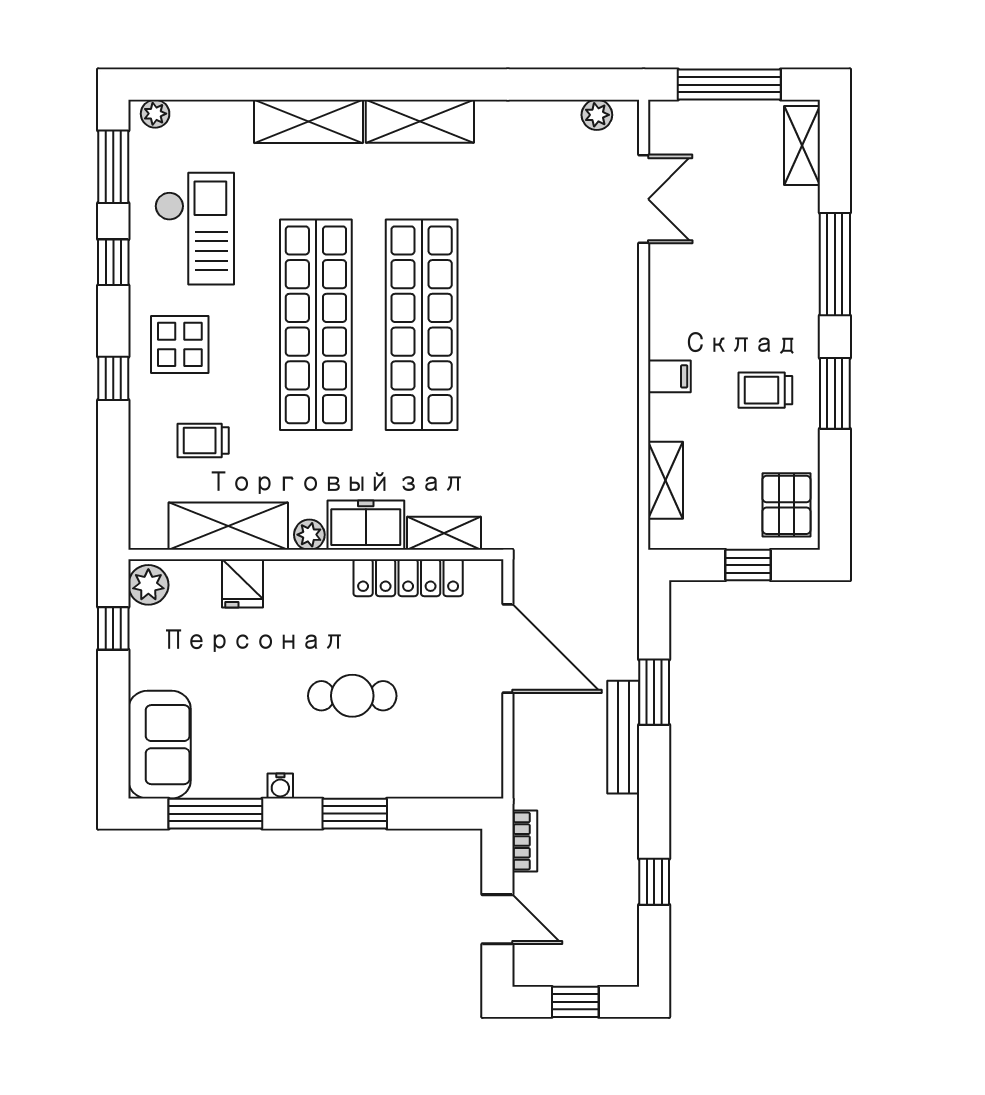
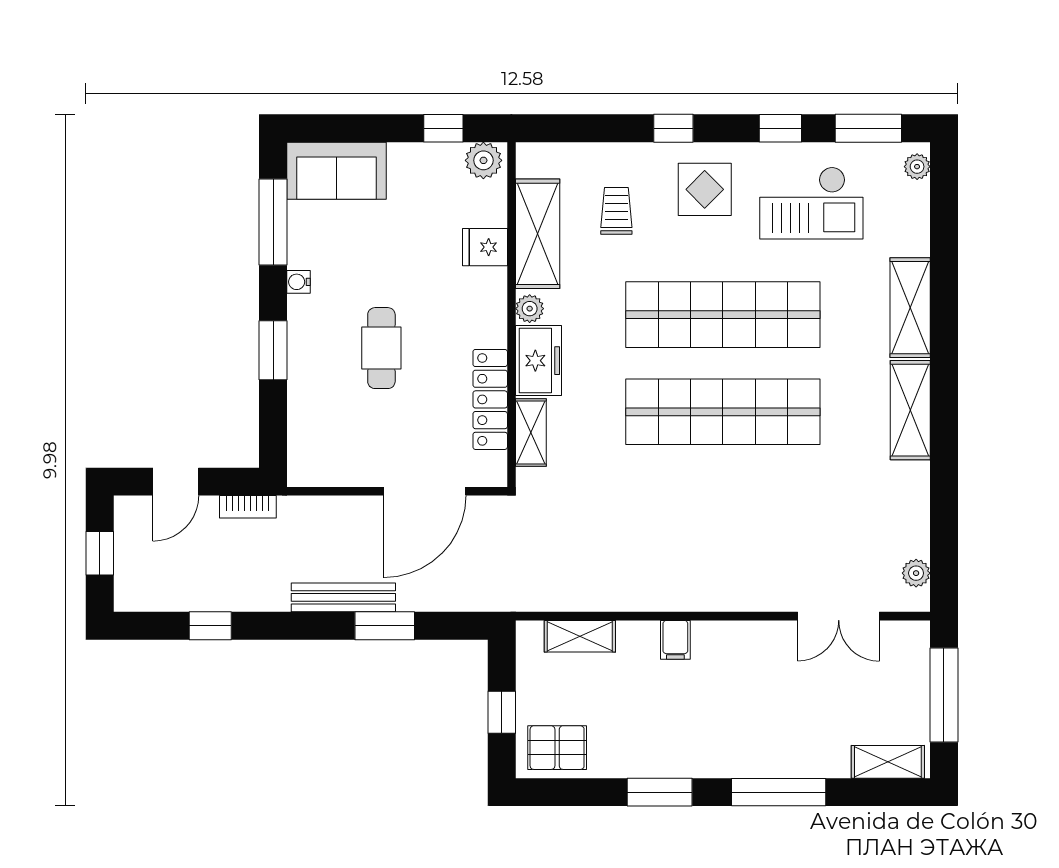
trolley: (765, 390) -> (663, 728), removed

